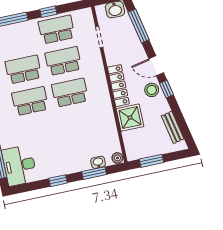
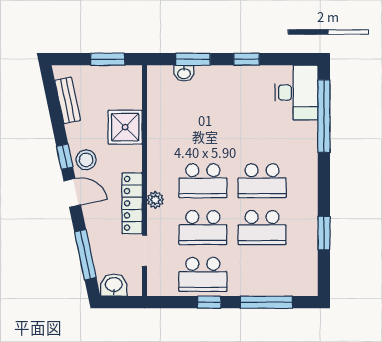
locker: (118, 86) -> (132, 203), moved
plant: (117, 158) -> (155, 200), moved

